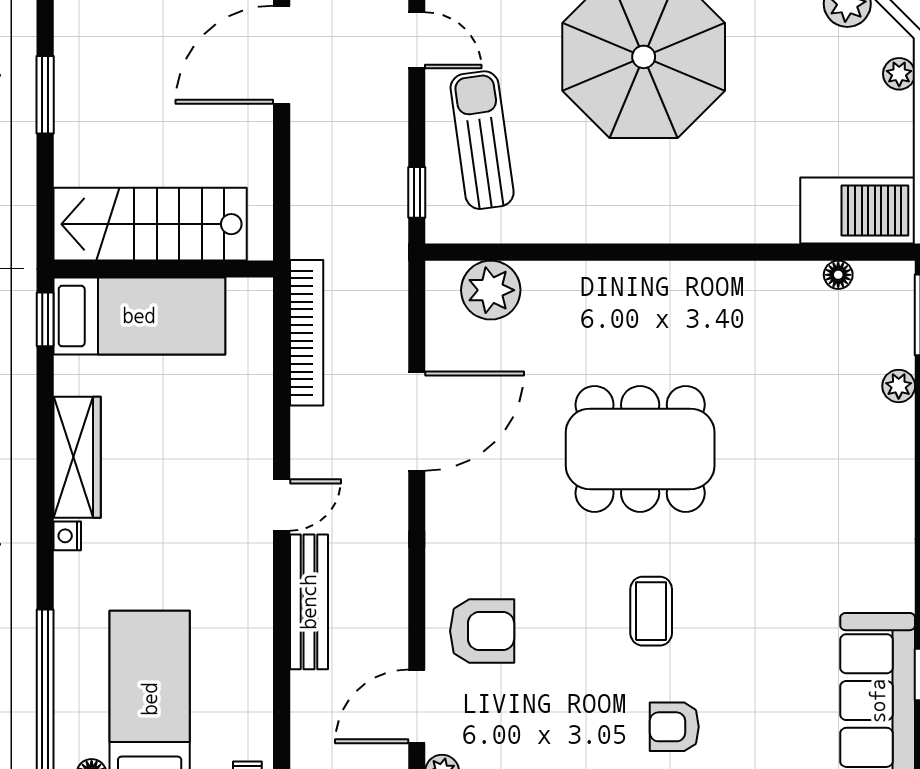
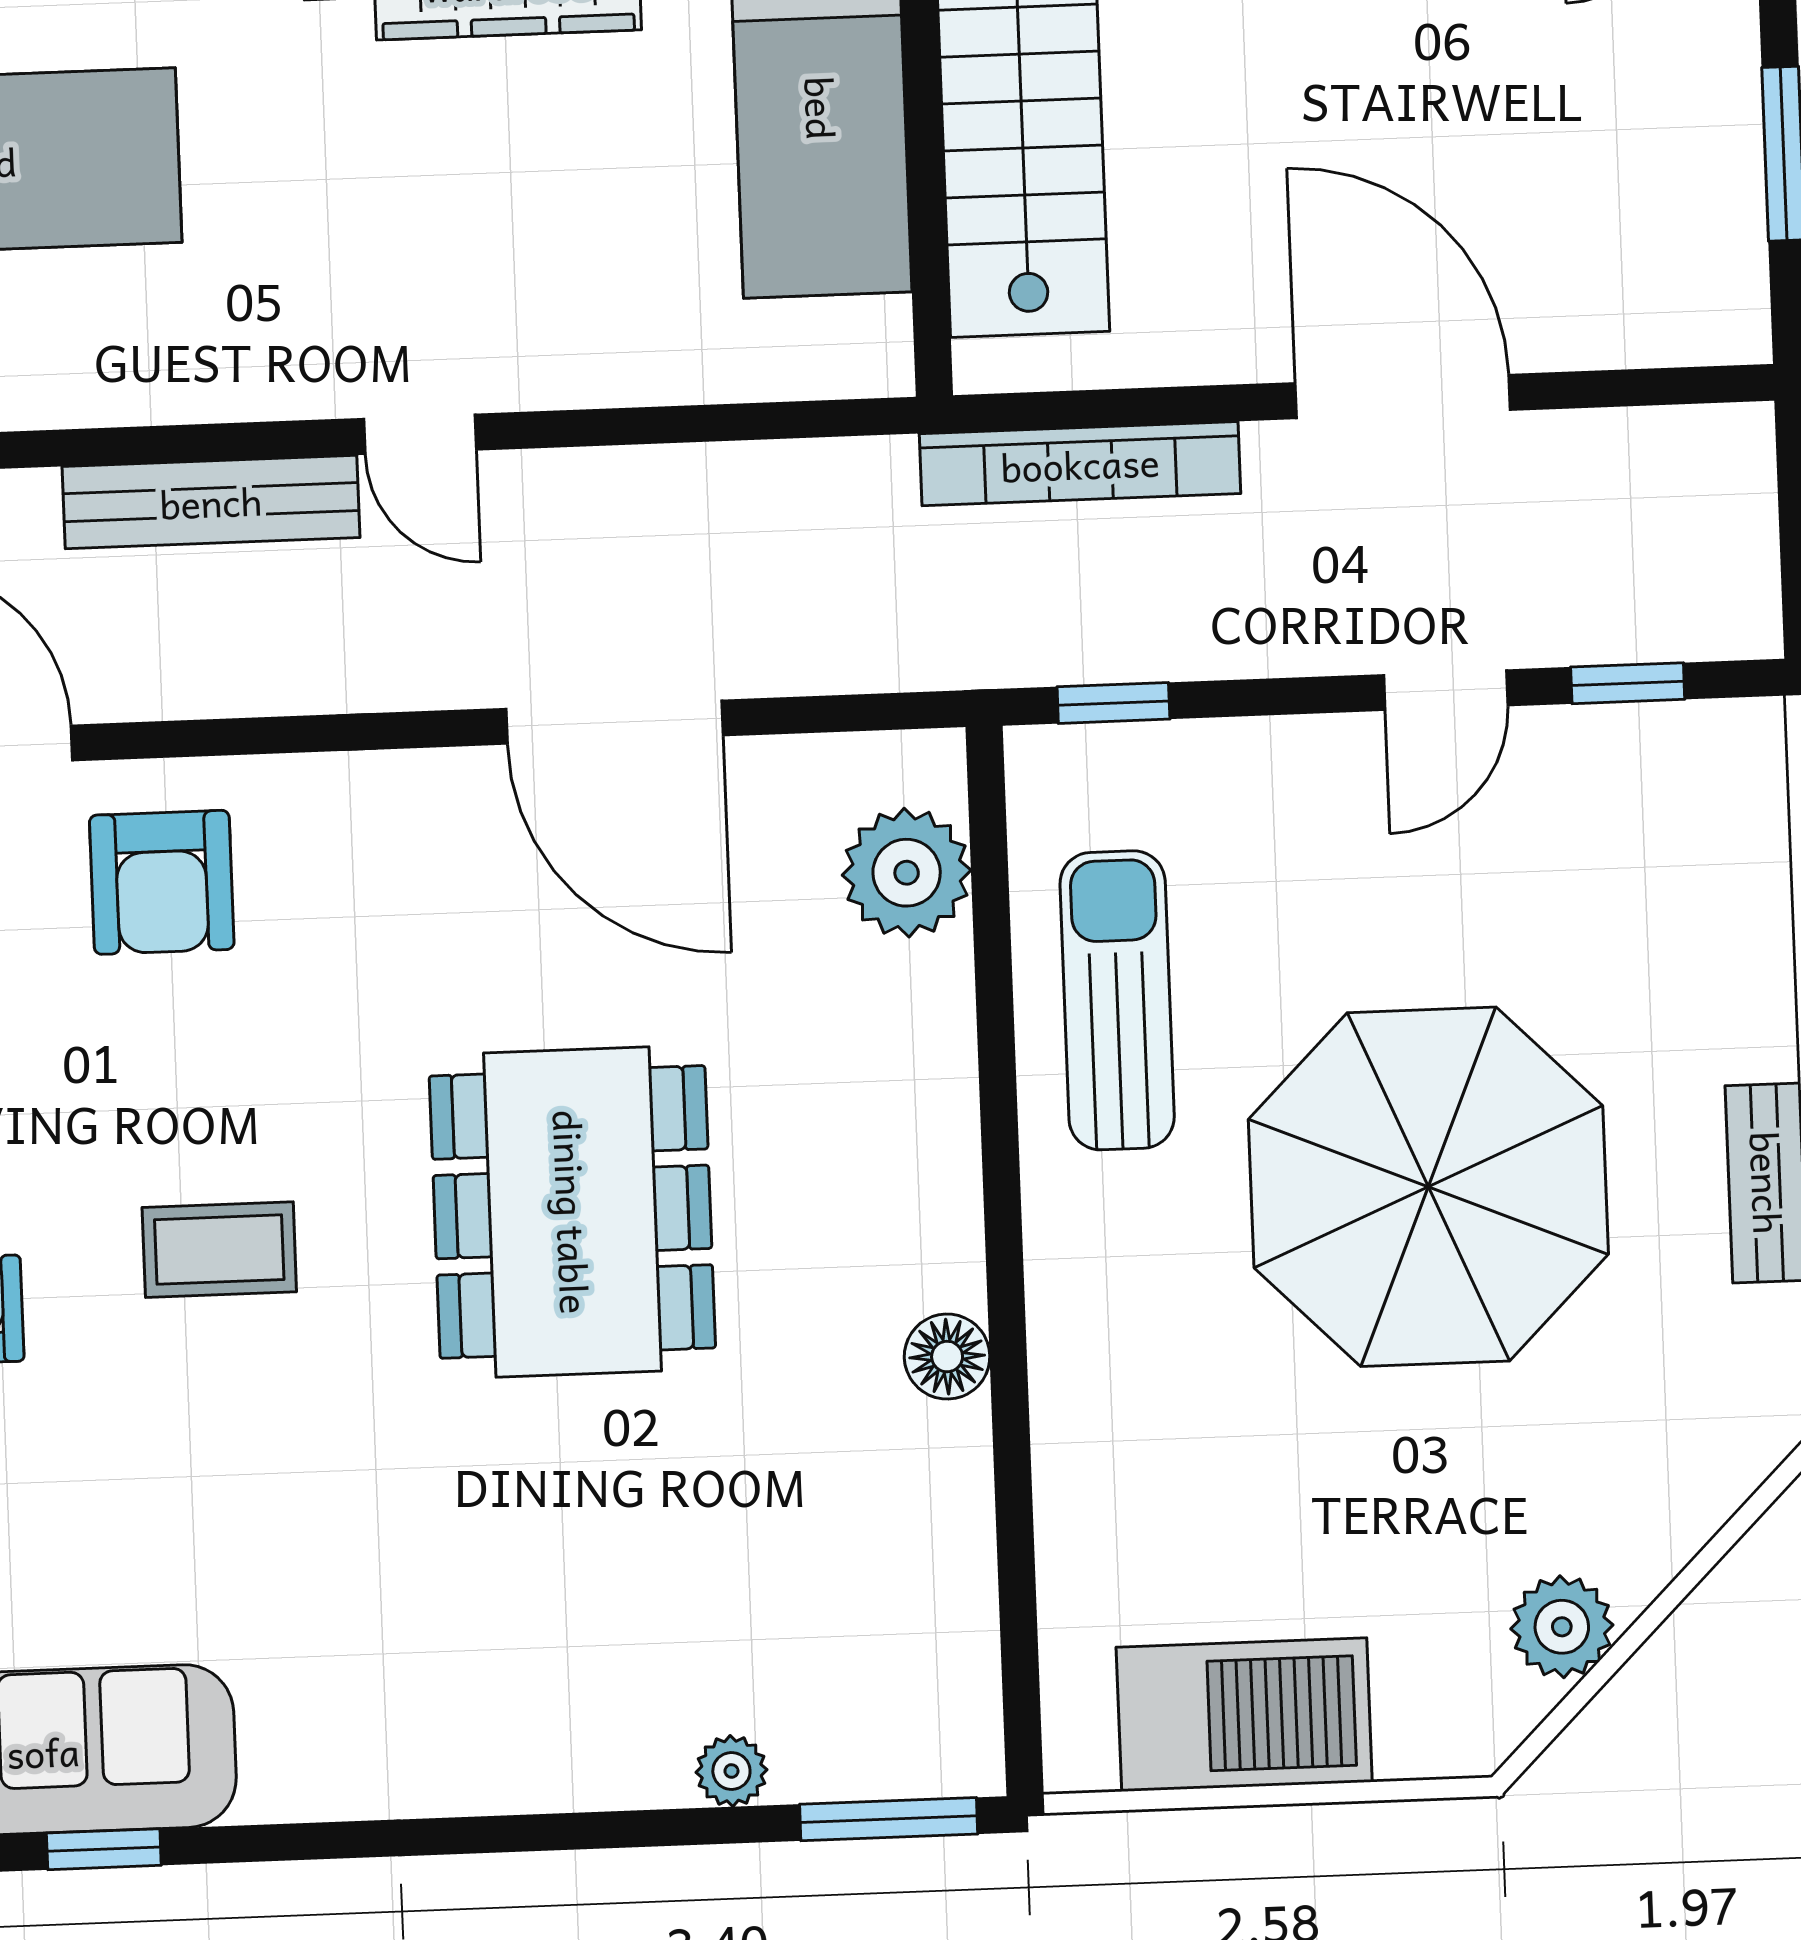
plant: (899, 74) -> (1413, 1746), removed
sun lounger: (482, 140) -> (1117, 1000), moved, turned -82
barbecue: (858, 211) -> (1244, 1715), moved, turned -90
floor lamp: (838, 275) -> (947, 1357), moved, width x1.37, depth x1.37
bookcase: (307, 333) -> (1080, 464), moved

